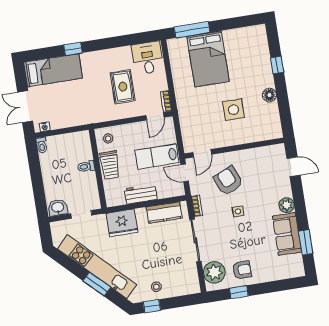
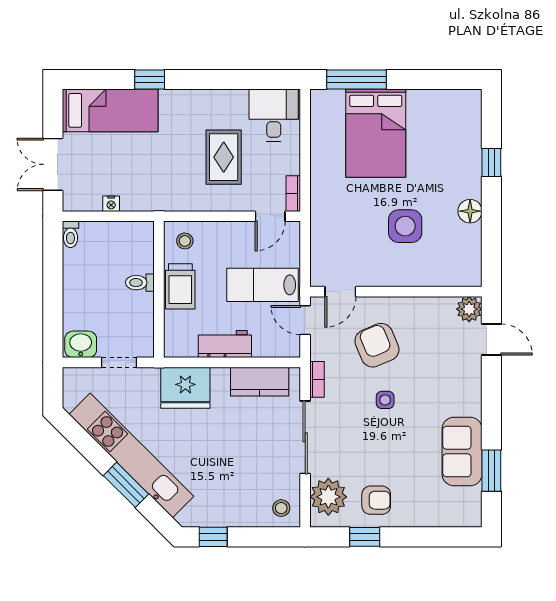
nightstand: (45, 127) -> (111, 204), moved
plant: (287, 205) -> (469, 309), moved
stool: (156, 287) -> (281, 508), moved

